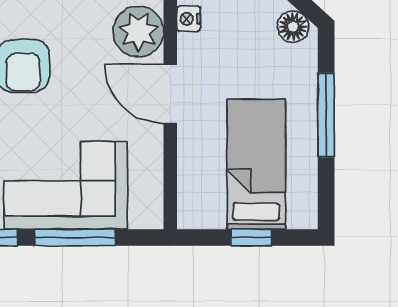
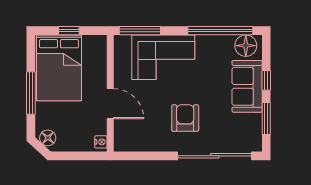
plant: (138, 32) -> (126, 135), removed
bed: (256, 164) -> (59, 68), width x1.50
window: (75, 237) -> (140, 31), moved

